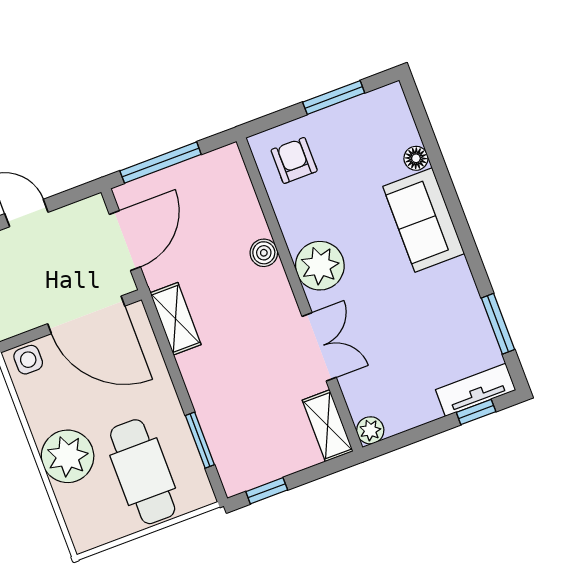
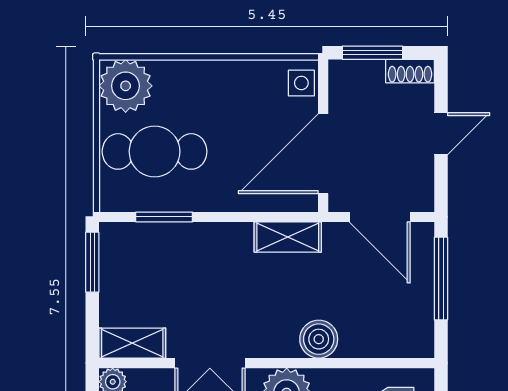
boiler: (264, 253) -> (319, 339), width x1.36, depth x1.36
plant: (68, 456) -> (126, 86), moved
window: (267, 491) -> (92, 262), width x1.50

